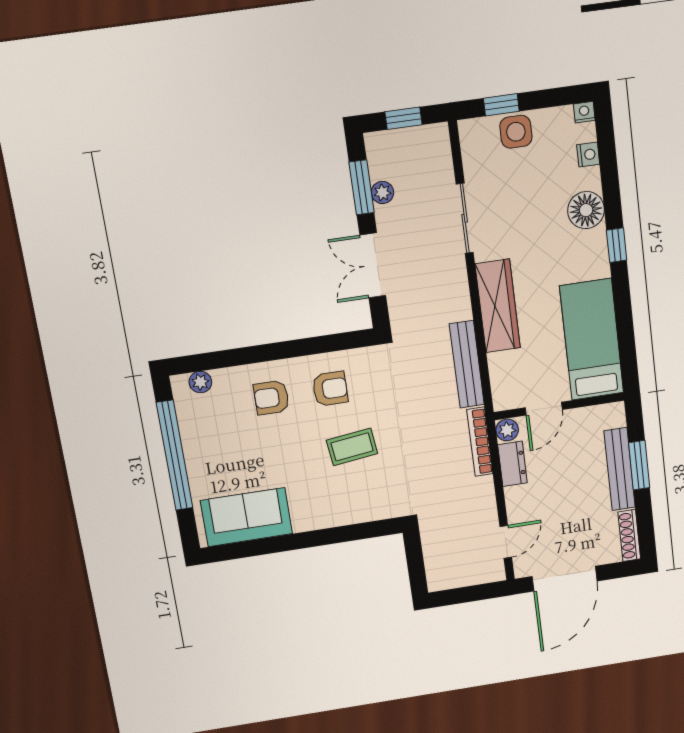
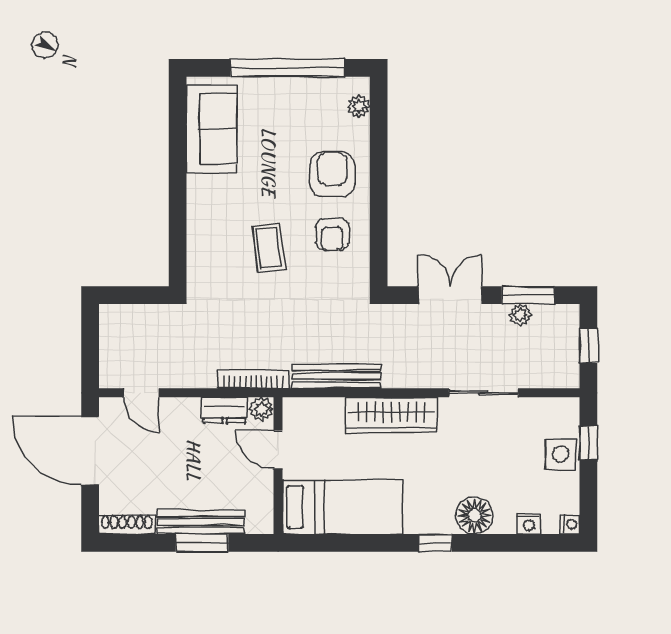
armchair: (271, 398) -> (332, 174), width x1.38, depth x1.38

